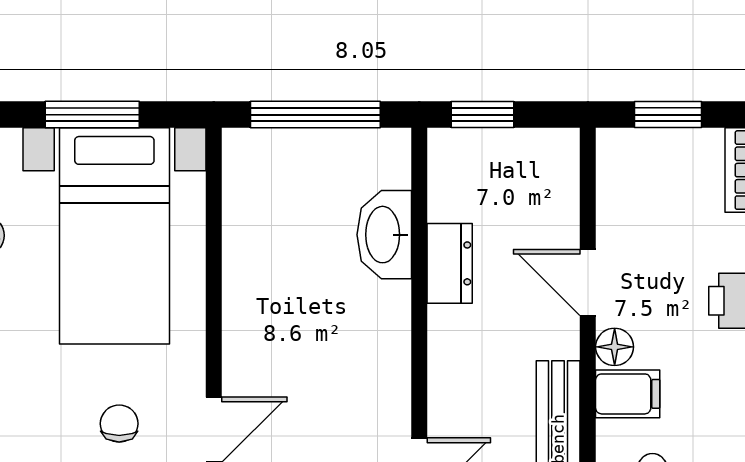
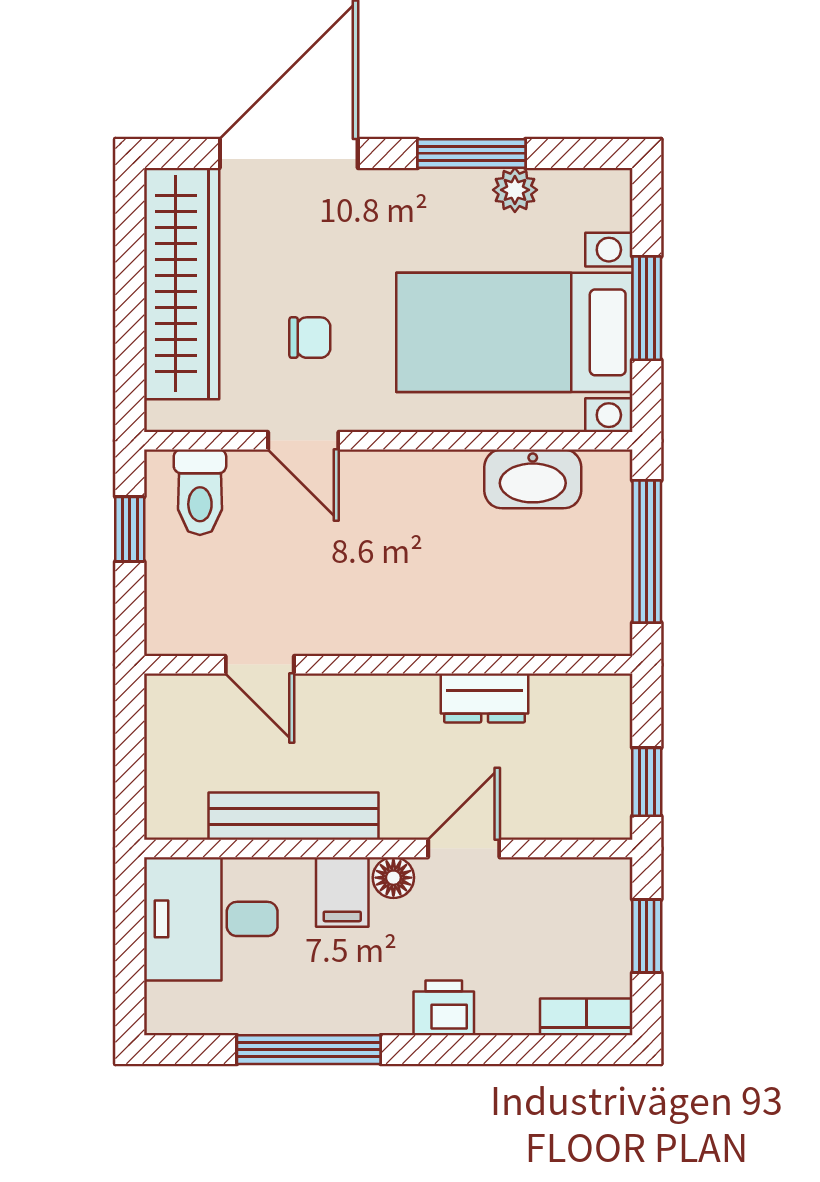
window: (482, 115) -> (647, 782), moved
washbasin: (384, 235) -> (533, 479), moved, turned 180

